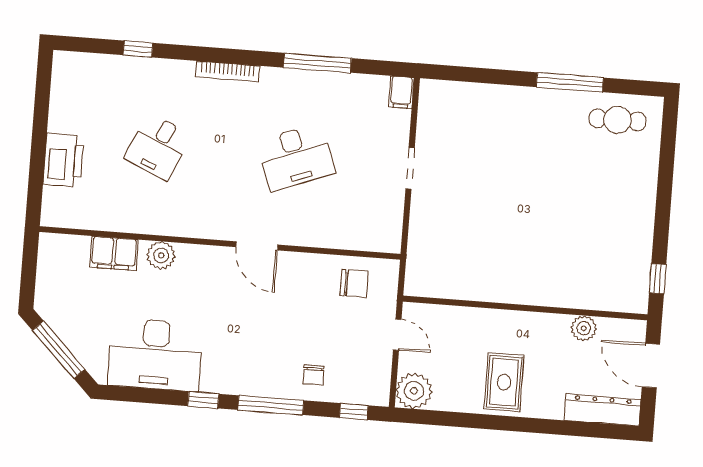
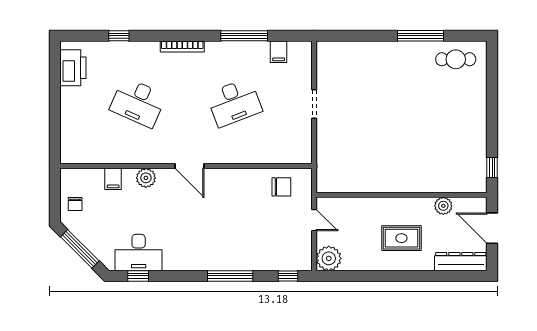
filing cabinet: (401, 92) -> (279, 52), moved
desk: (158, 147) -> (138, 102), width x1.37
printer: (63, 160) -> (73, 68), moved
door: (257, 246) -> (189, 166), moved
filing cabinet: (114, 253) -> (113, 179), width x0.50
desk: (155, 355) -> (139, 253), width x0.73, depth x0.77
chair: (314, 375) -> (75, 204), moved
rug: (504, 382) -> (401, 238), moved, turned 90
window: (203, 400) -> (138, 276), moved

